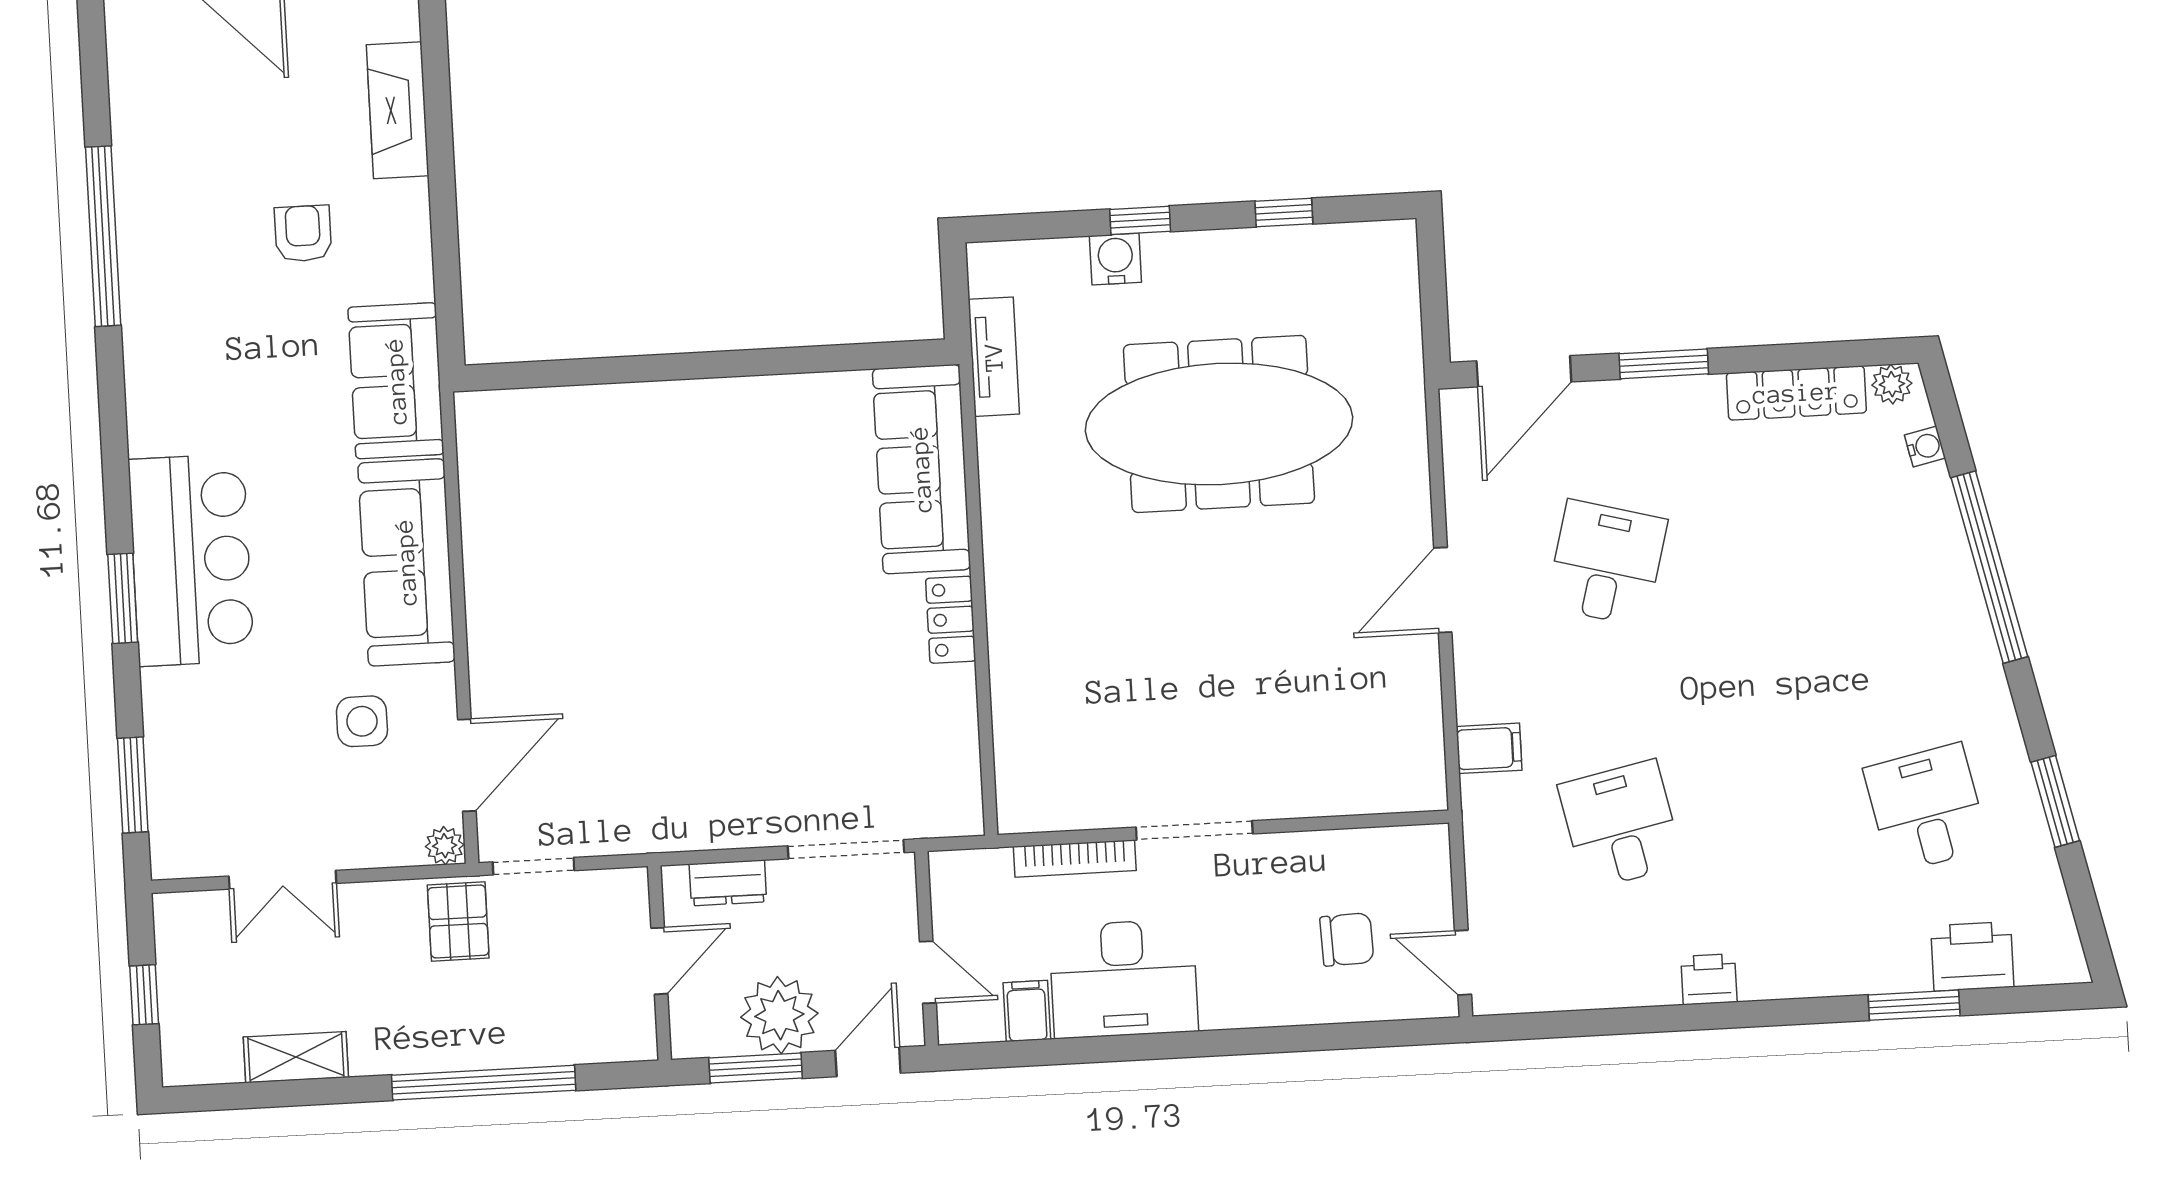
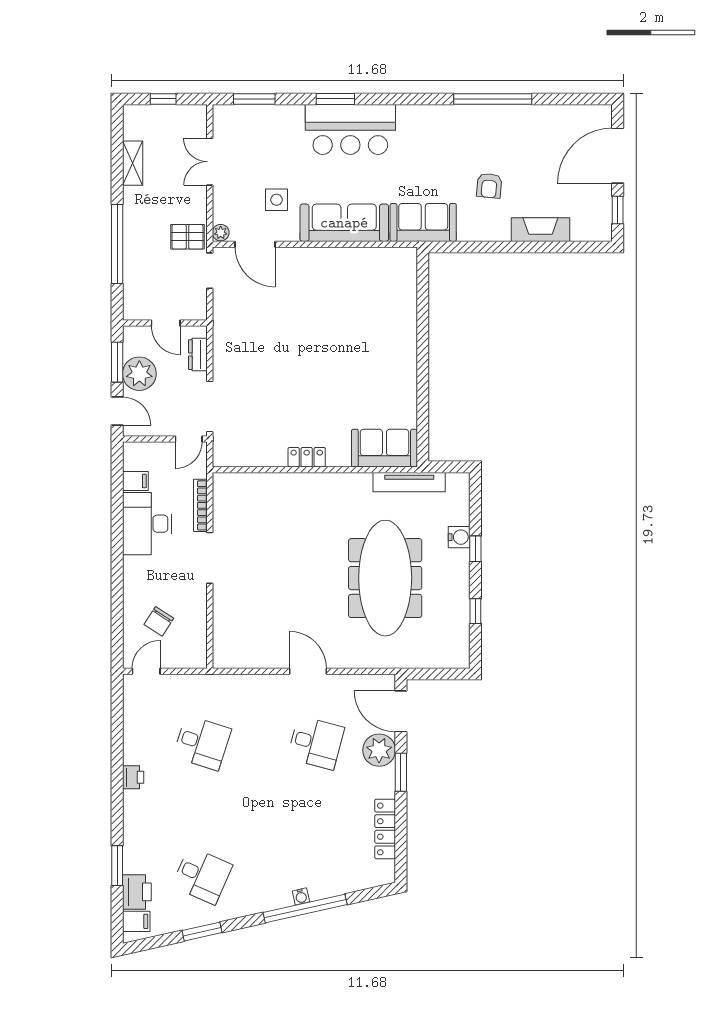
armchair: (303, 234) -> (489, 186), turned 95
tv unit: (994, 357) -> (409, 482), width x1.41
plant: (1892, 384) -> (379, 750), moved, width x1.87, depth x1.87
water cooler: (1925, 447) -> (301, 896), moved
sofa: (921, 469) -> (384, 448), width x0.73
filing cabinet: (1489, 748) -> (136, 921), moved, turned -90
desk: (1926, 808) -> (202, 875), turned 36
desk: (1621, 825) -> (202, 743), turned 30
chair: (1347, 939) -> (159, 621), turned 35
door: (928, 972) -> (189, 439), moved

